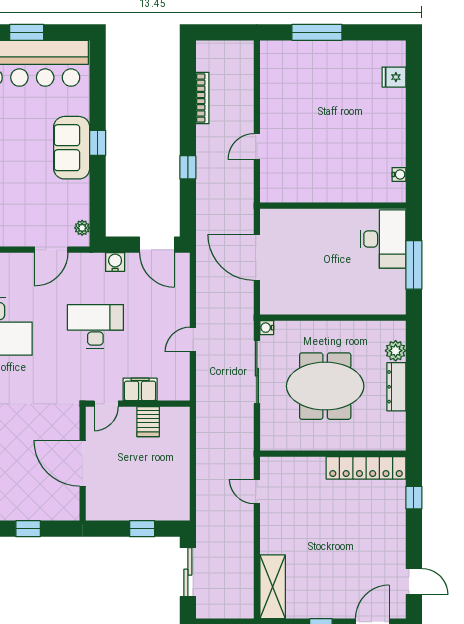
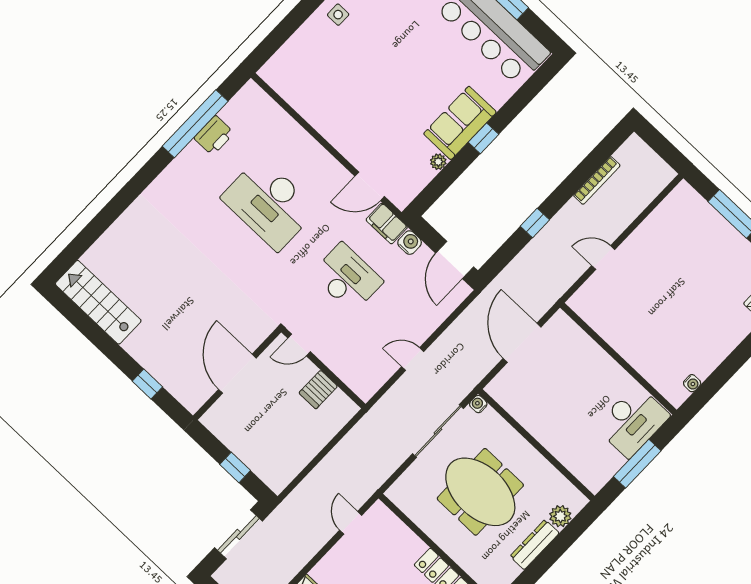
plant: (82, 228) -> (438, 162), moved
filing cabinet: (140, 389) -> (387, 223), moved, turned 180

